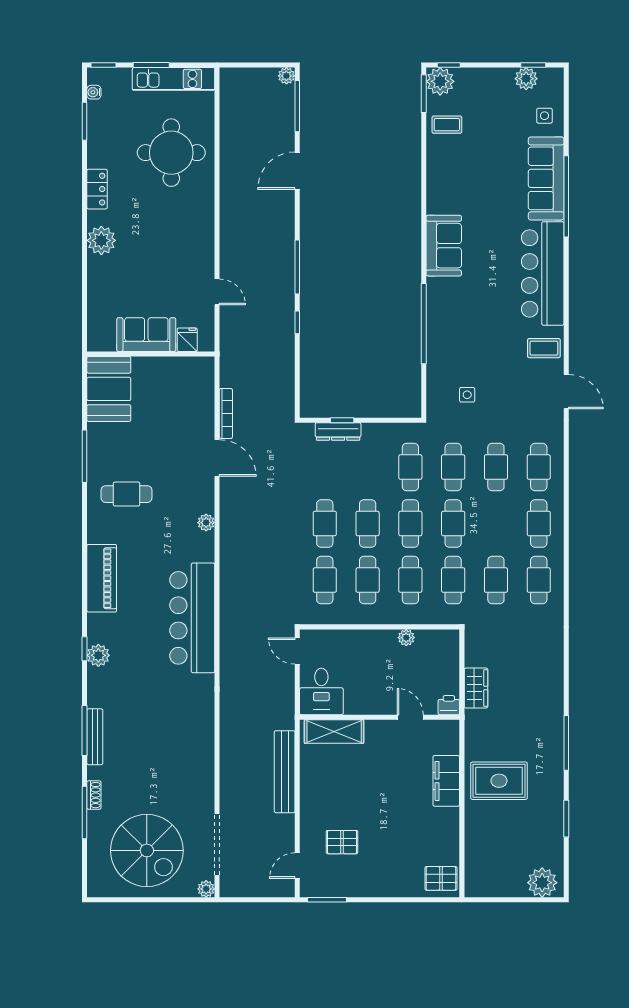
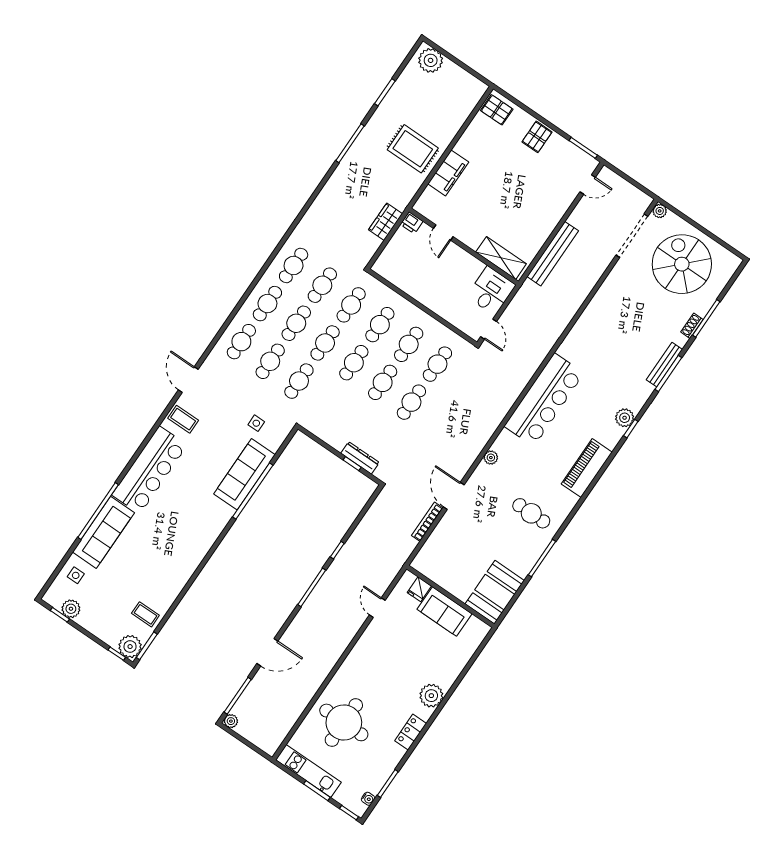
sofa: (444, 246) -> (244, 474), moved, width x1.36
cafe table: (410, 467) -> (296, 323), moved
plant: (406, 638) -> (409, 288), removed
pallet: (342, 842) -> (537, 137), moved, turned 90

